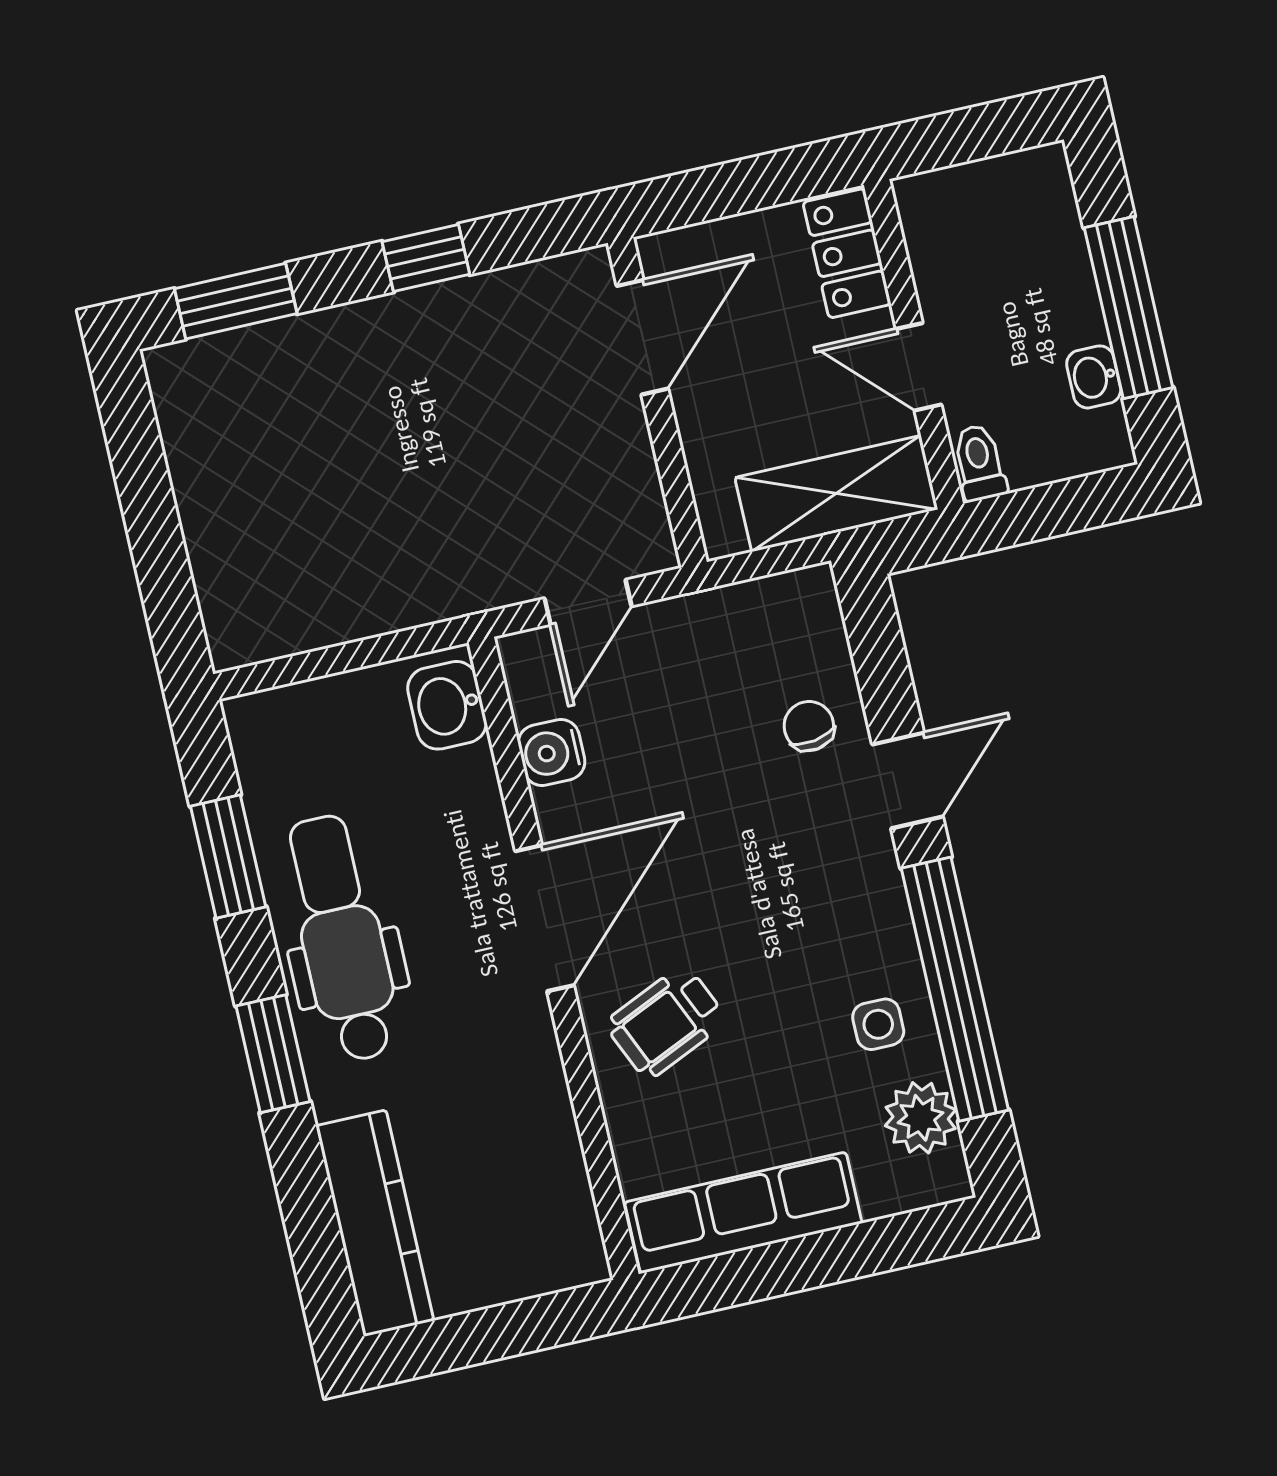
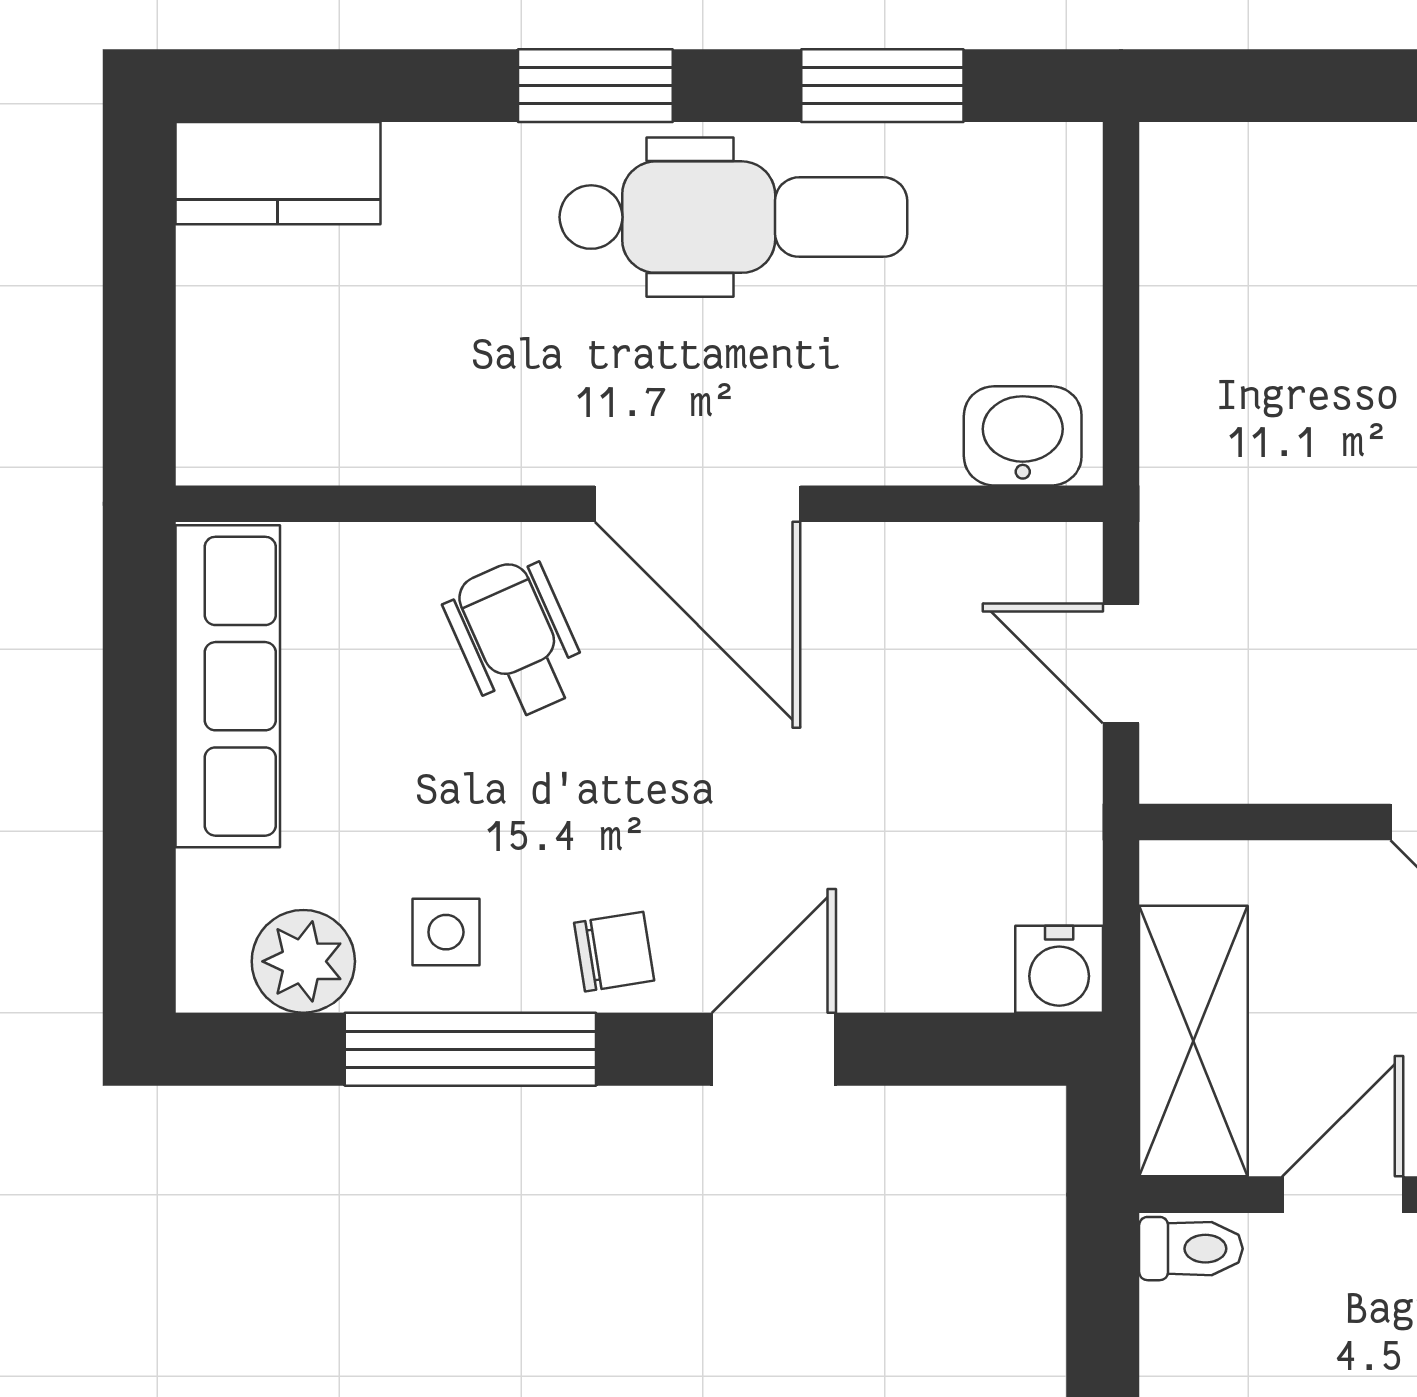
chair: (809, 726) -> (614, 952), moved
water cooler: (552, 753) -> (1059, 969), moved, turned 180
door: (907, 781) -> (774, 1049), swing flipped
window: (955, 989) -> (470, 1049), width x0.68
kitchen counter: (375, 1223) -> (278, 173), width x0.67

